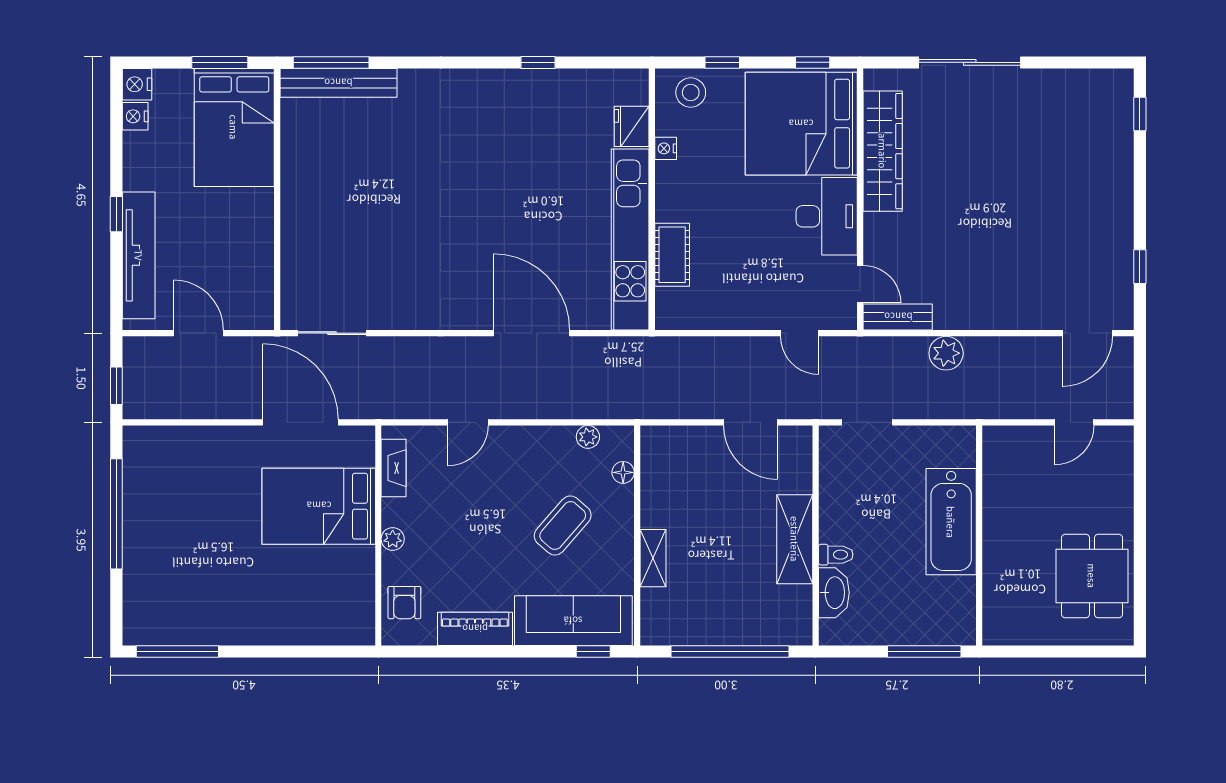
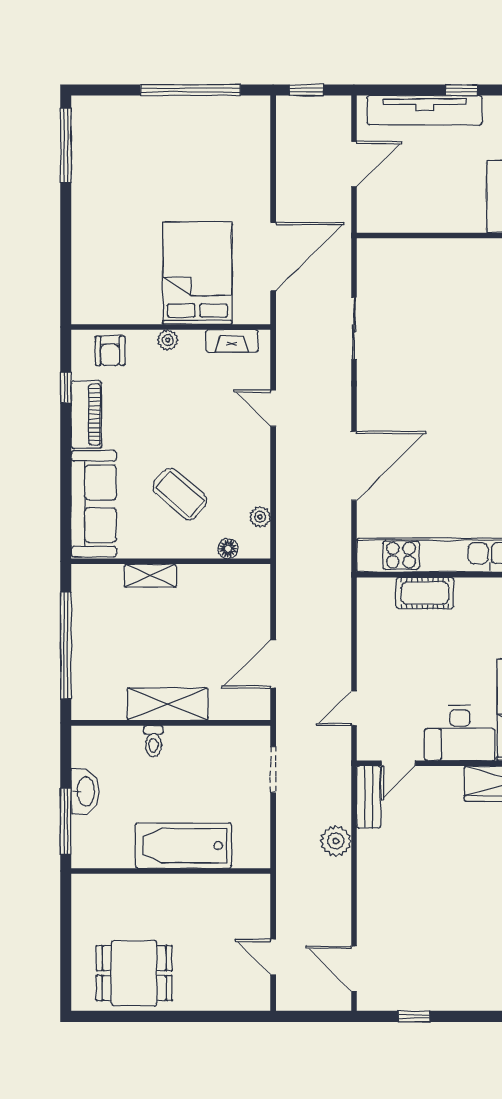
sliding door: (332, 333) -> (354, 328), moved
washbasin: (834, 593) -> (85, 791), moved, turned -90
armchair: (404, 603) -> (110, 351), turned -90
window: (593, 652) -> (66, 388), moved

